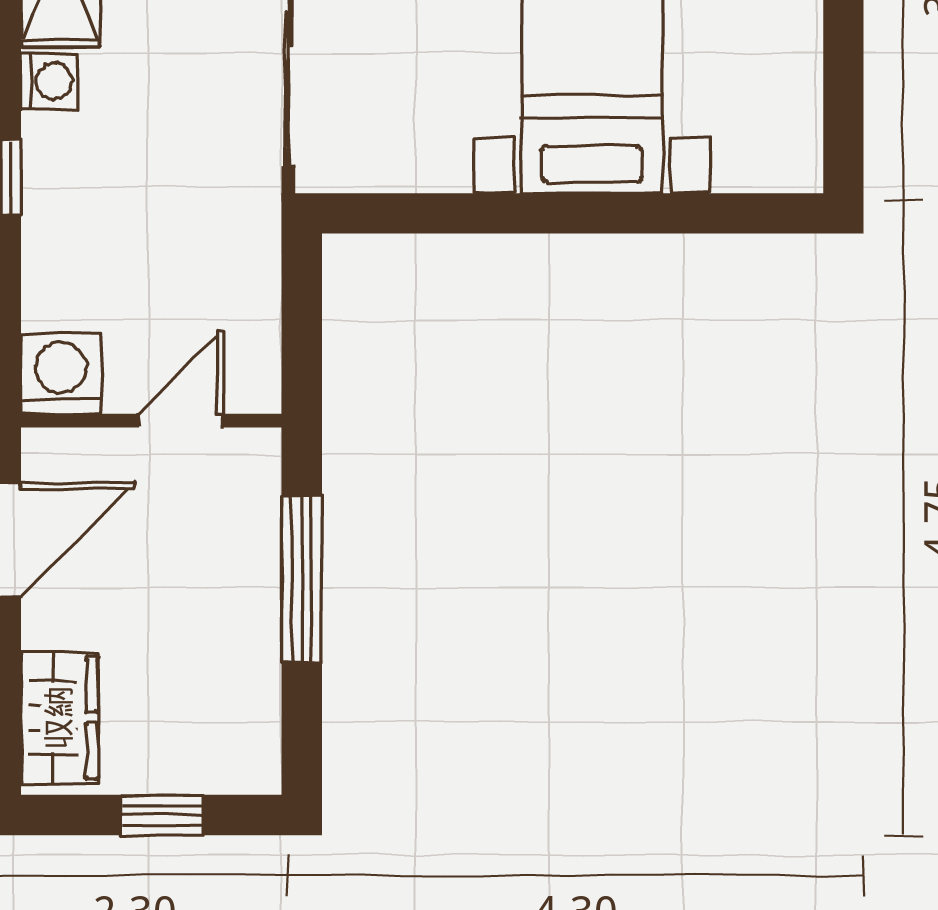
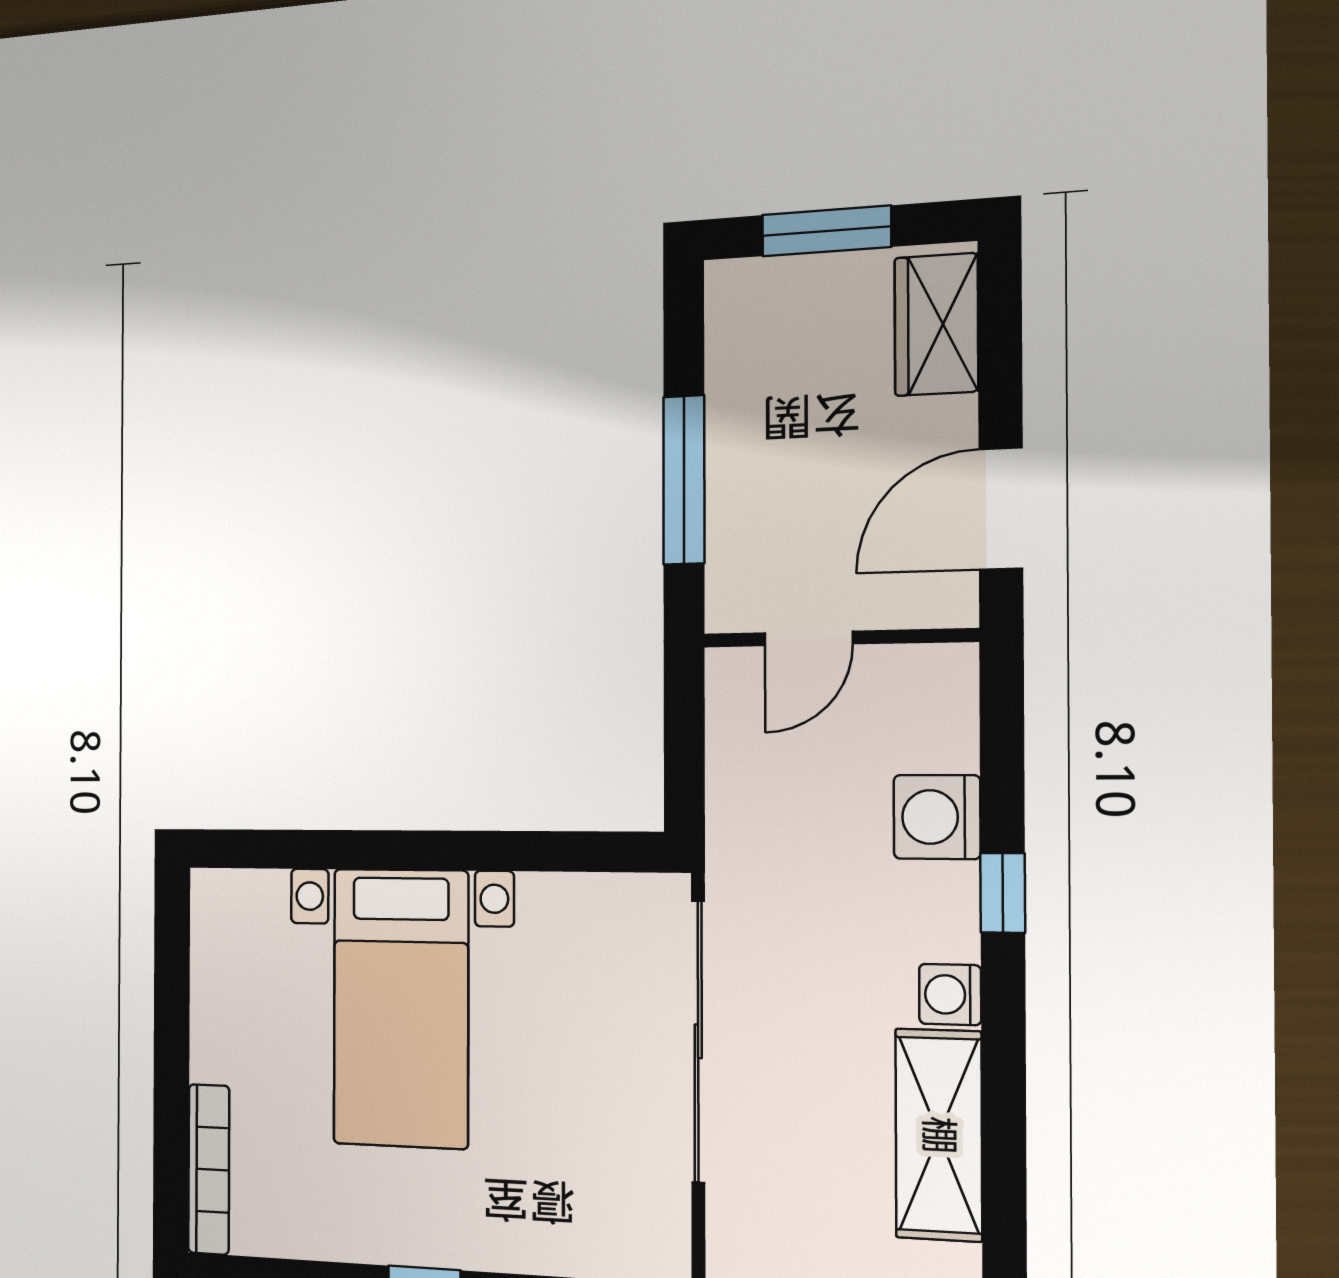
washing machine: (61, 374) -> (937, 817), moved, turned 90
window: (163, 815) -> (826, 231), width x1.50

